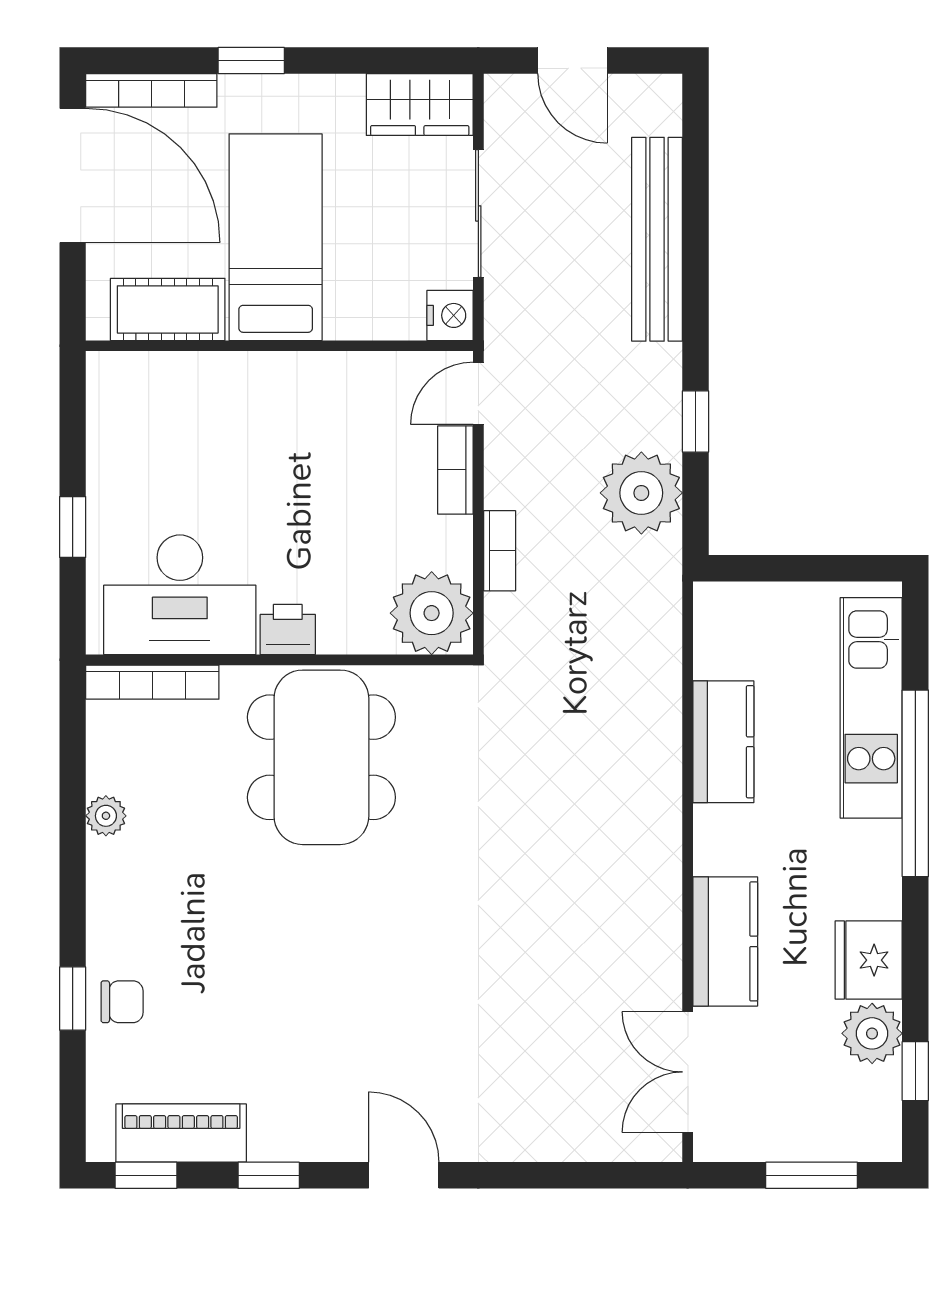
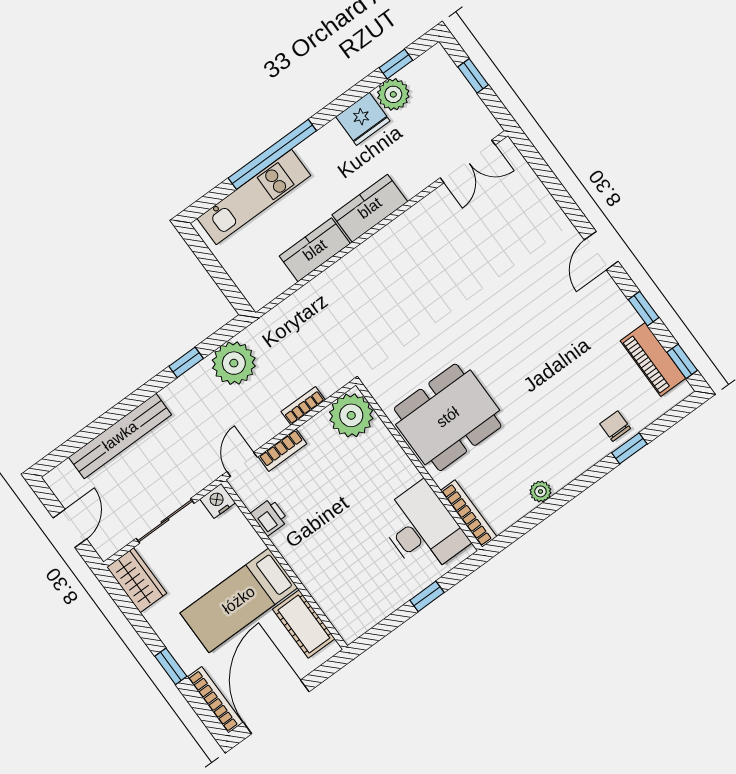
door: (478, 393) -> (242, 464), swing flipped
printer: (288, 630) -> (269, 517), moved, turned 180
kitchen counter: (725, 941) -> (370, 208), moved
window: (812, 1175) -> (473, 76), width x0.67

